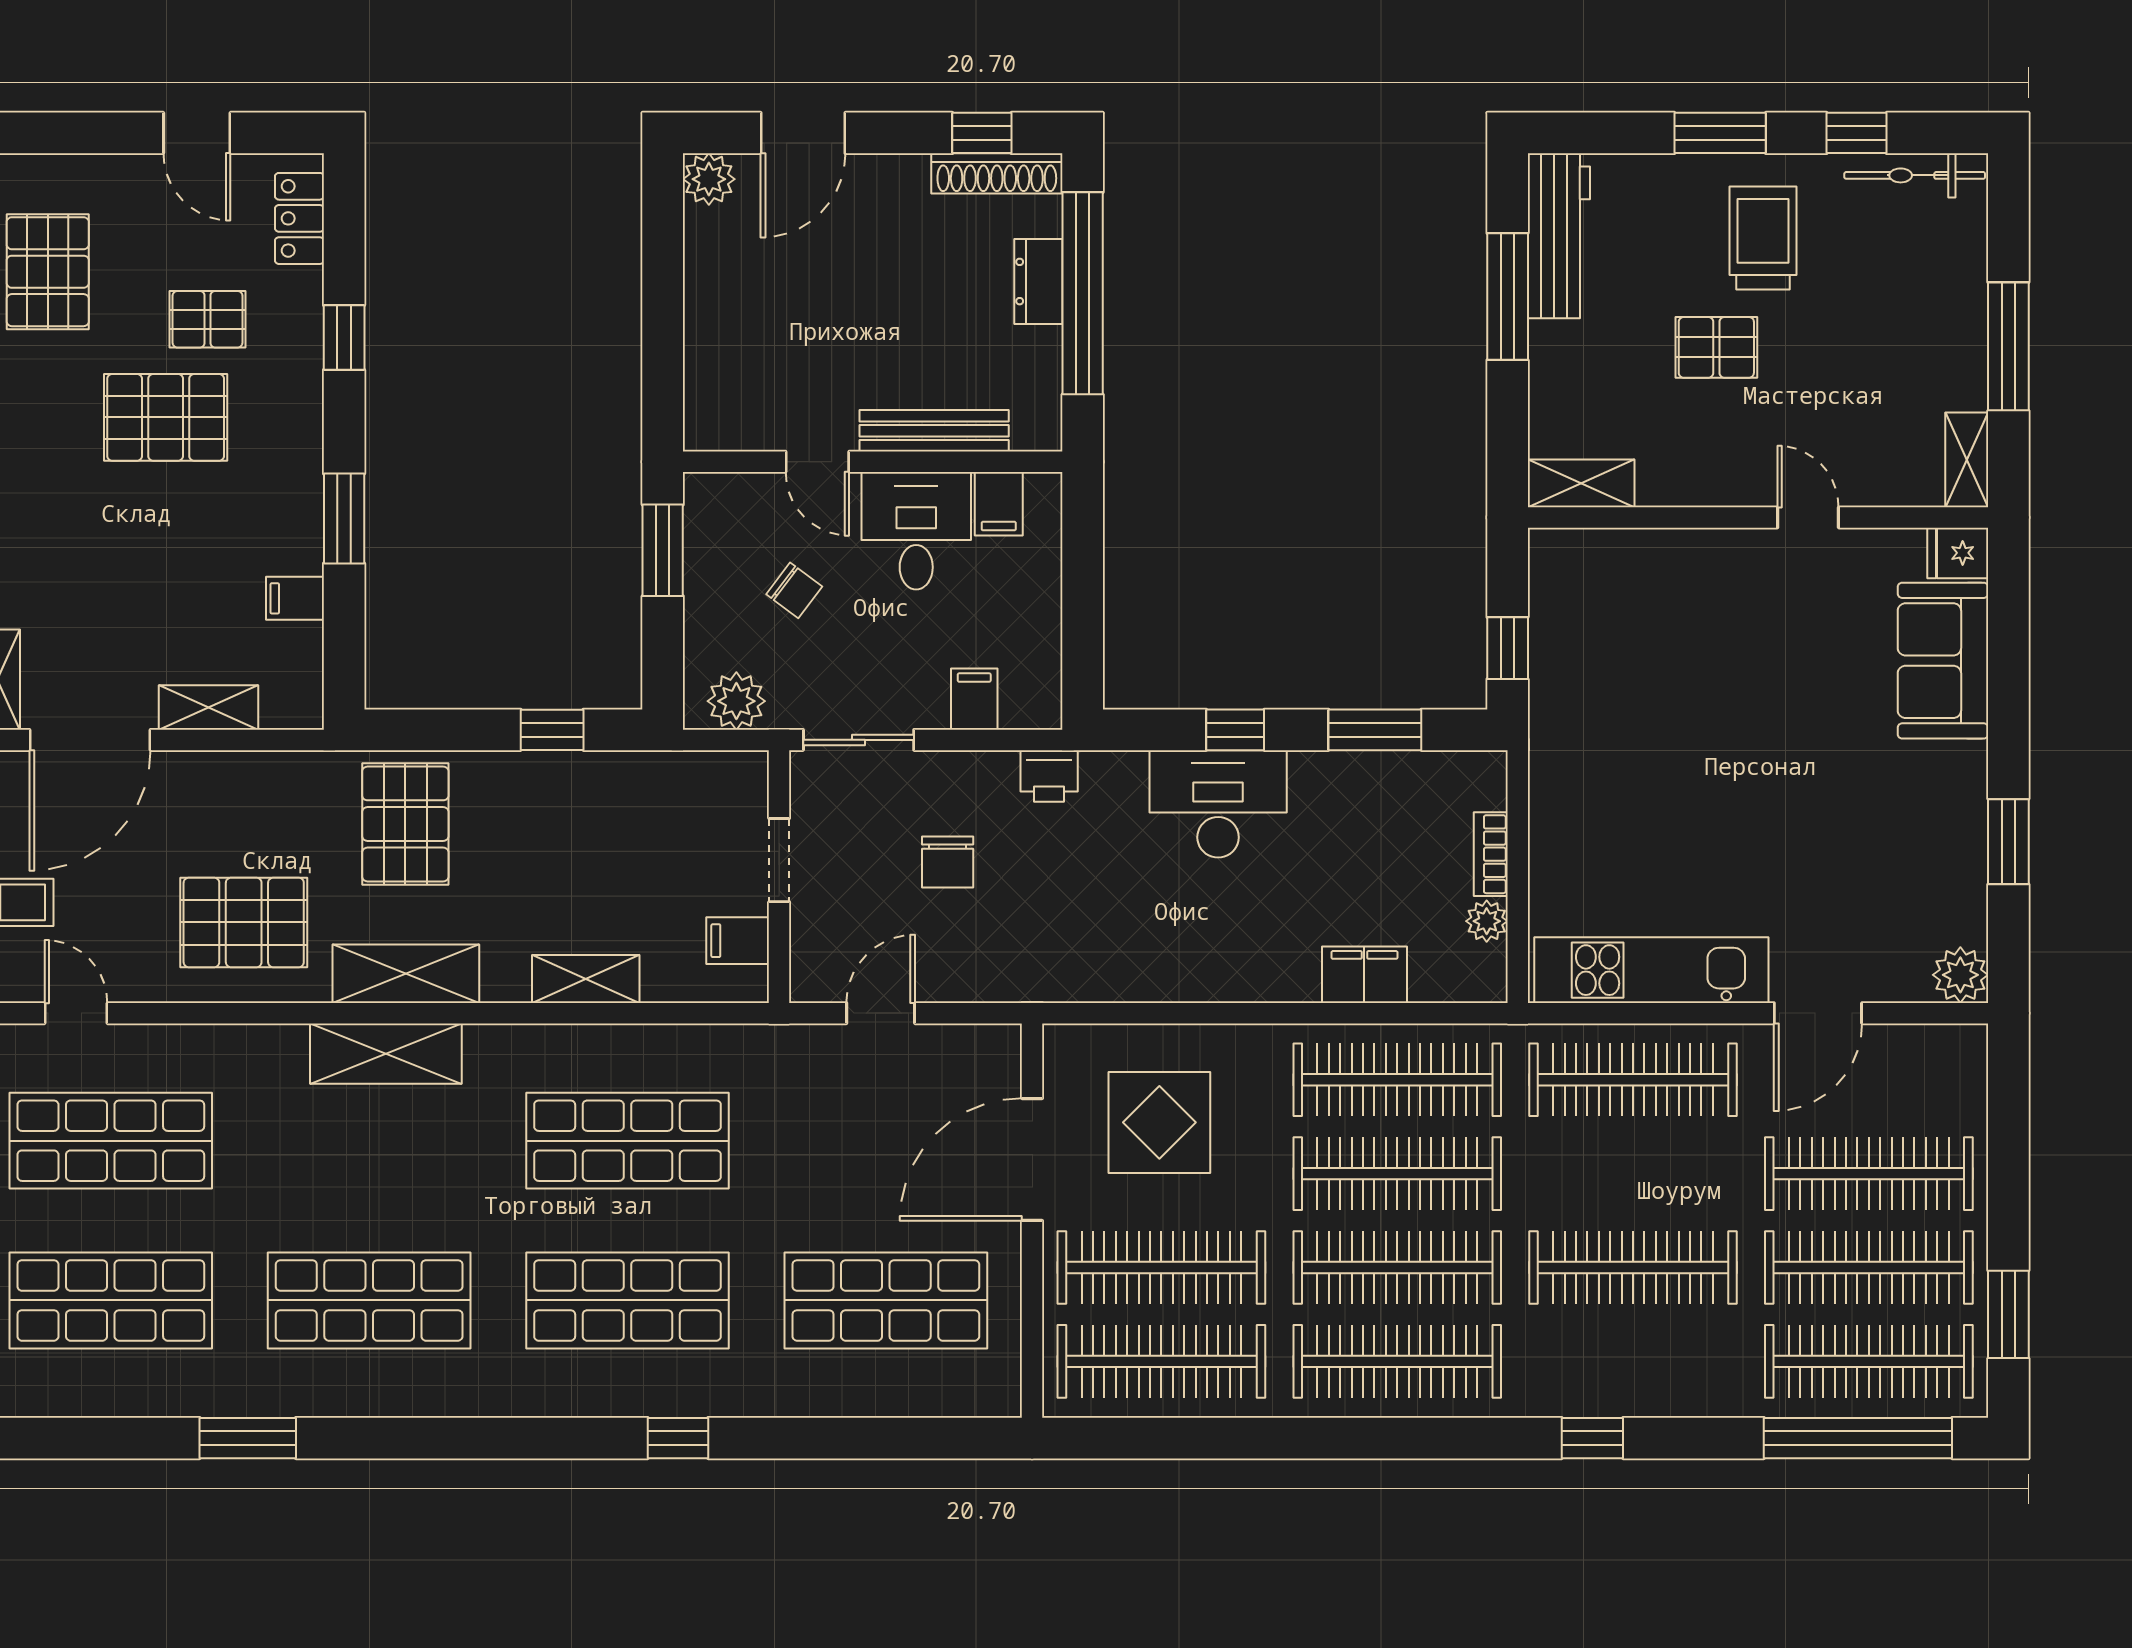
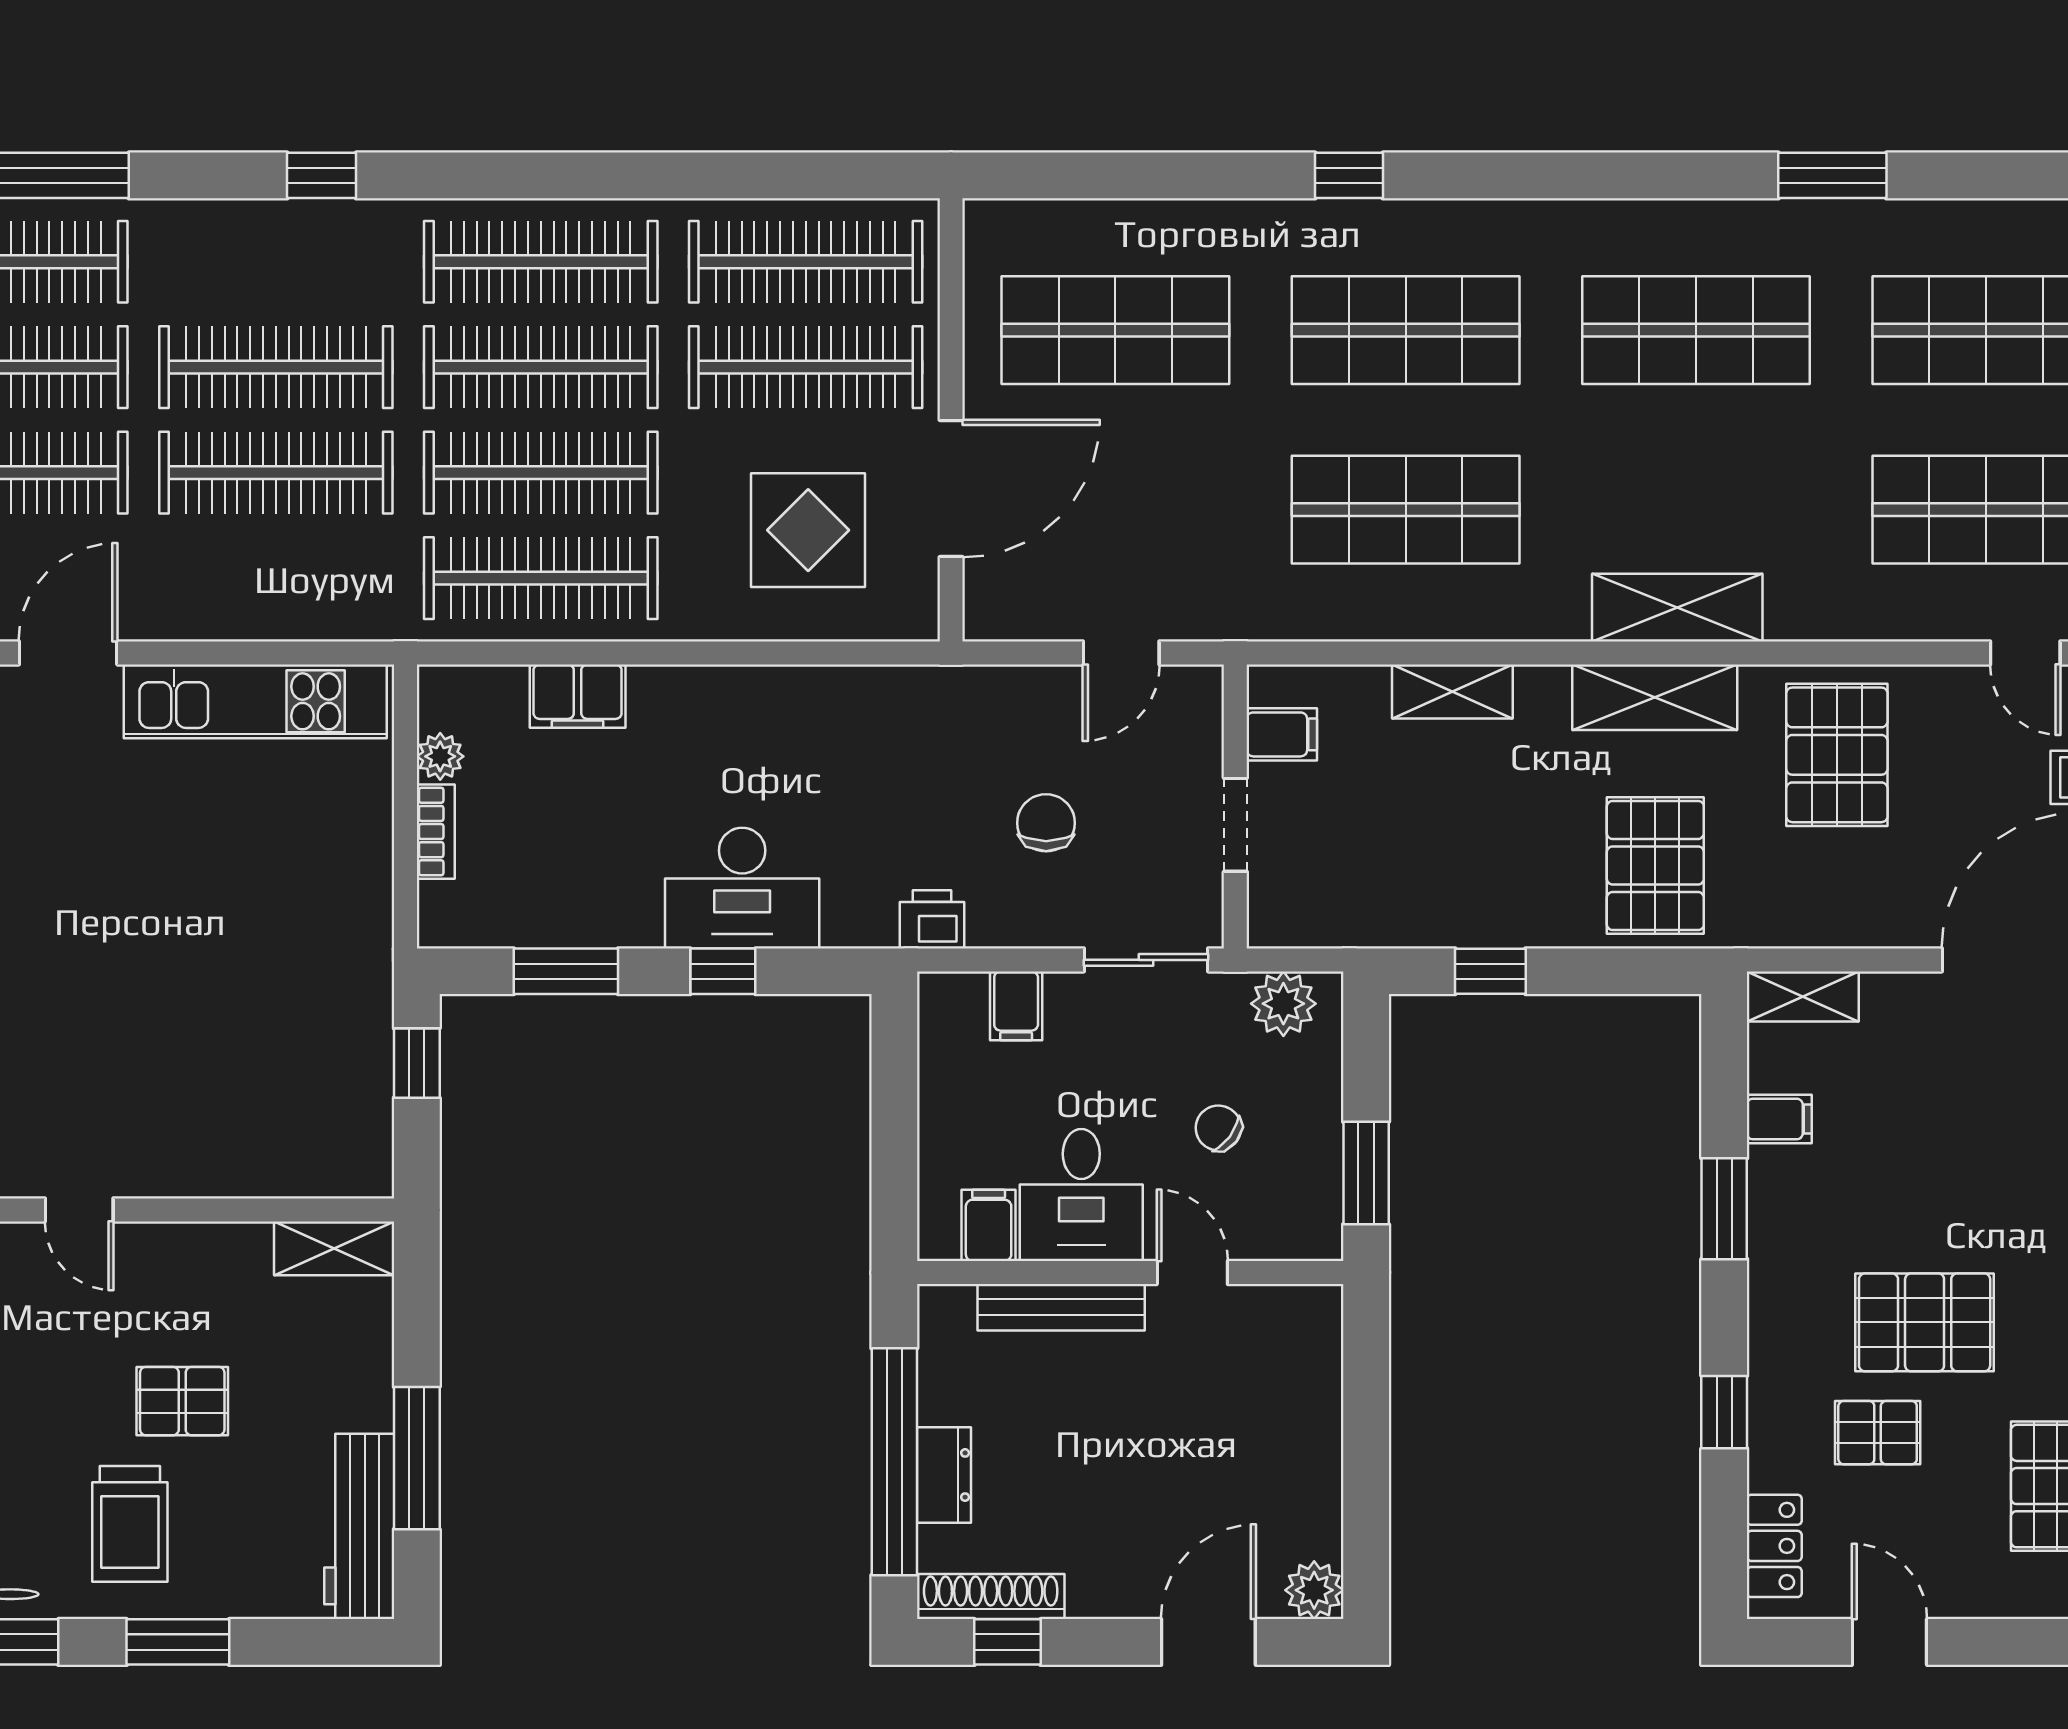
shelving: (209, 707) -> (1803, 996), moved
pallet: (244, 922) -> (1837, 755), turned 90
clothes rail: (1633, 1080) -> (276, 473), moved

